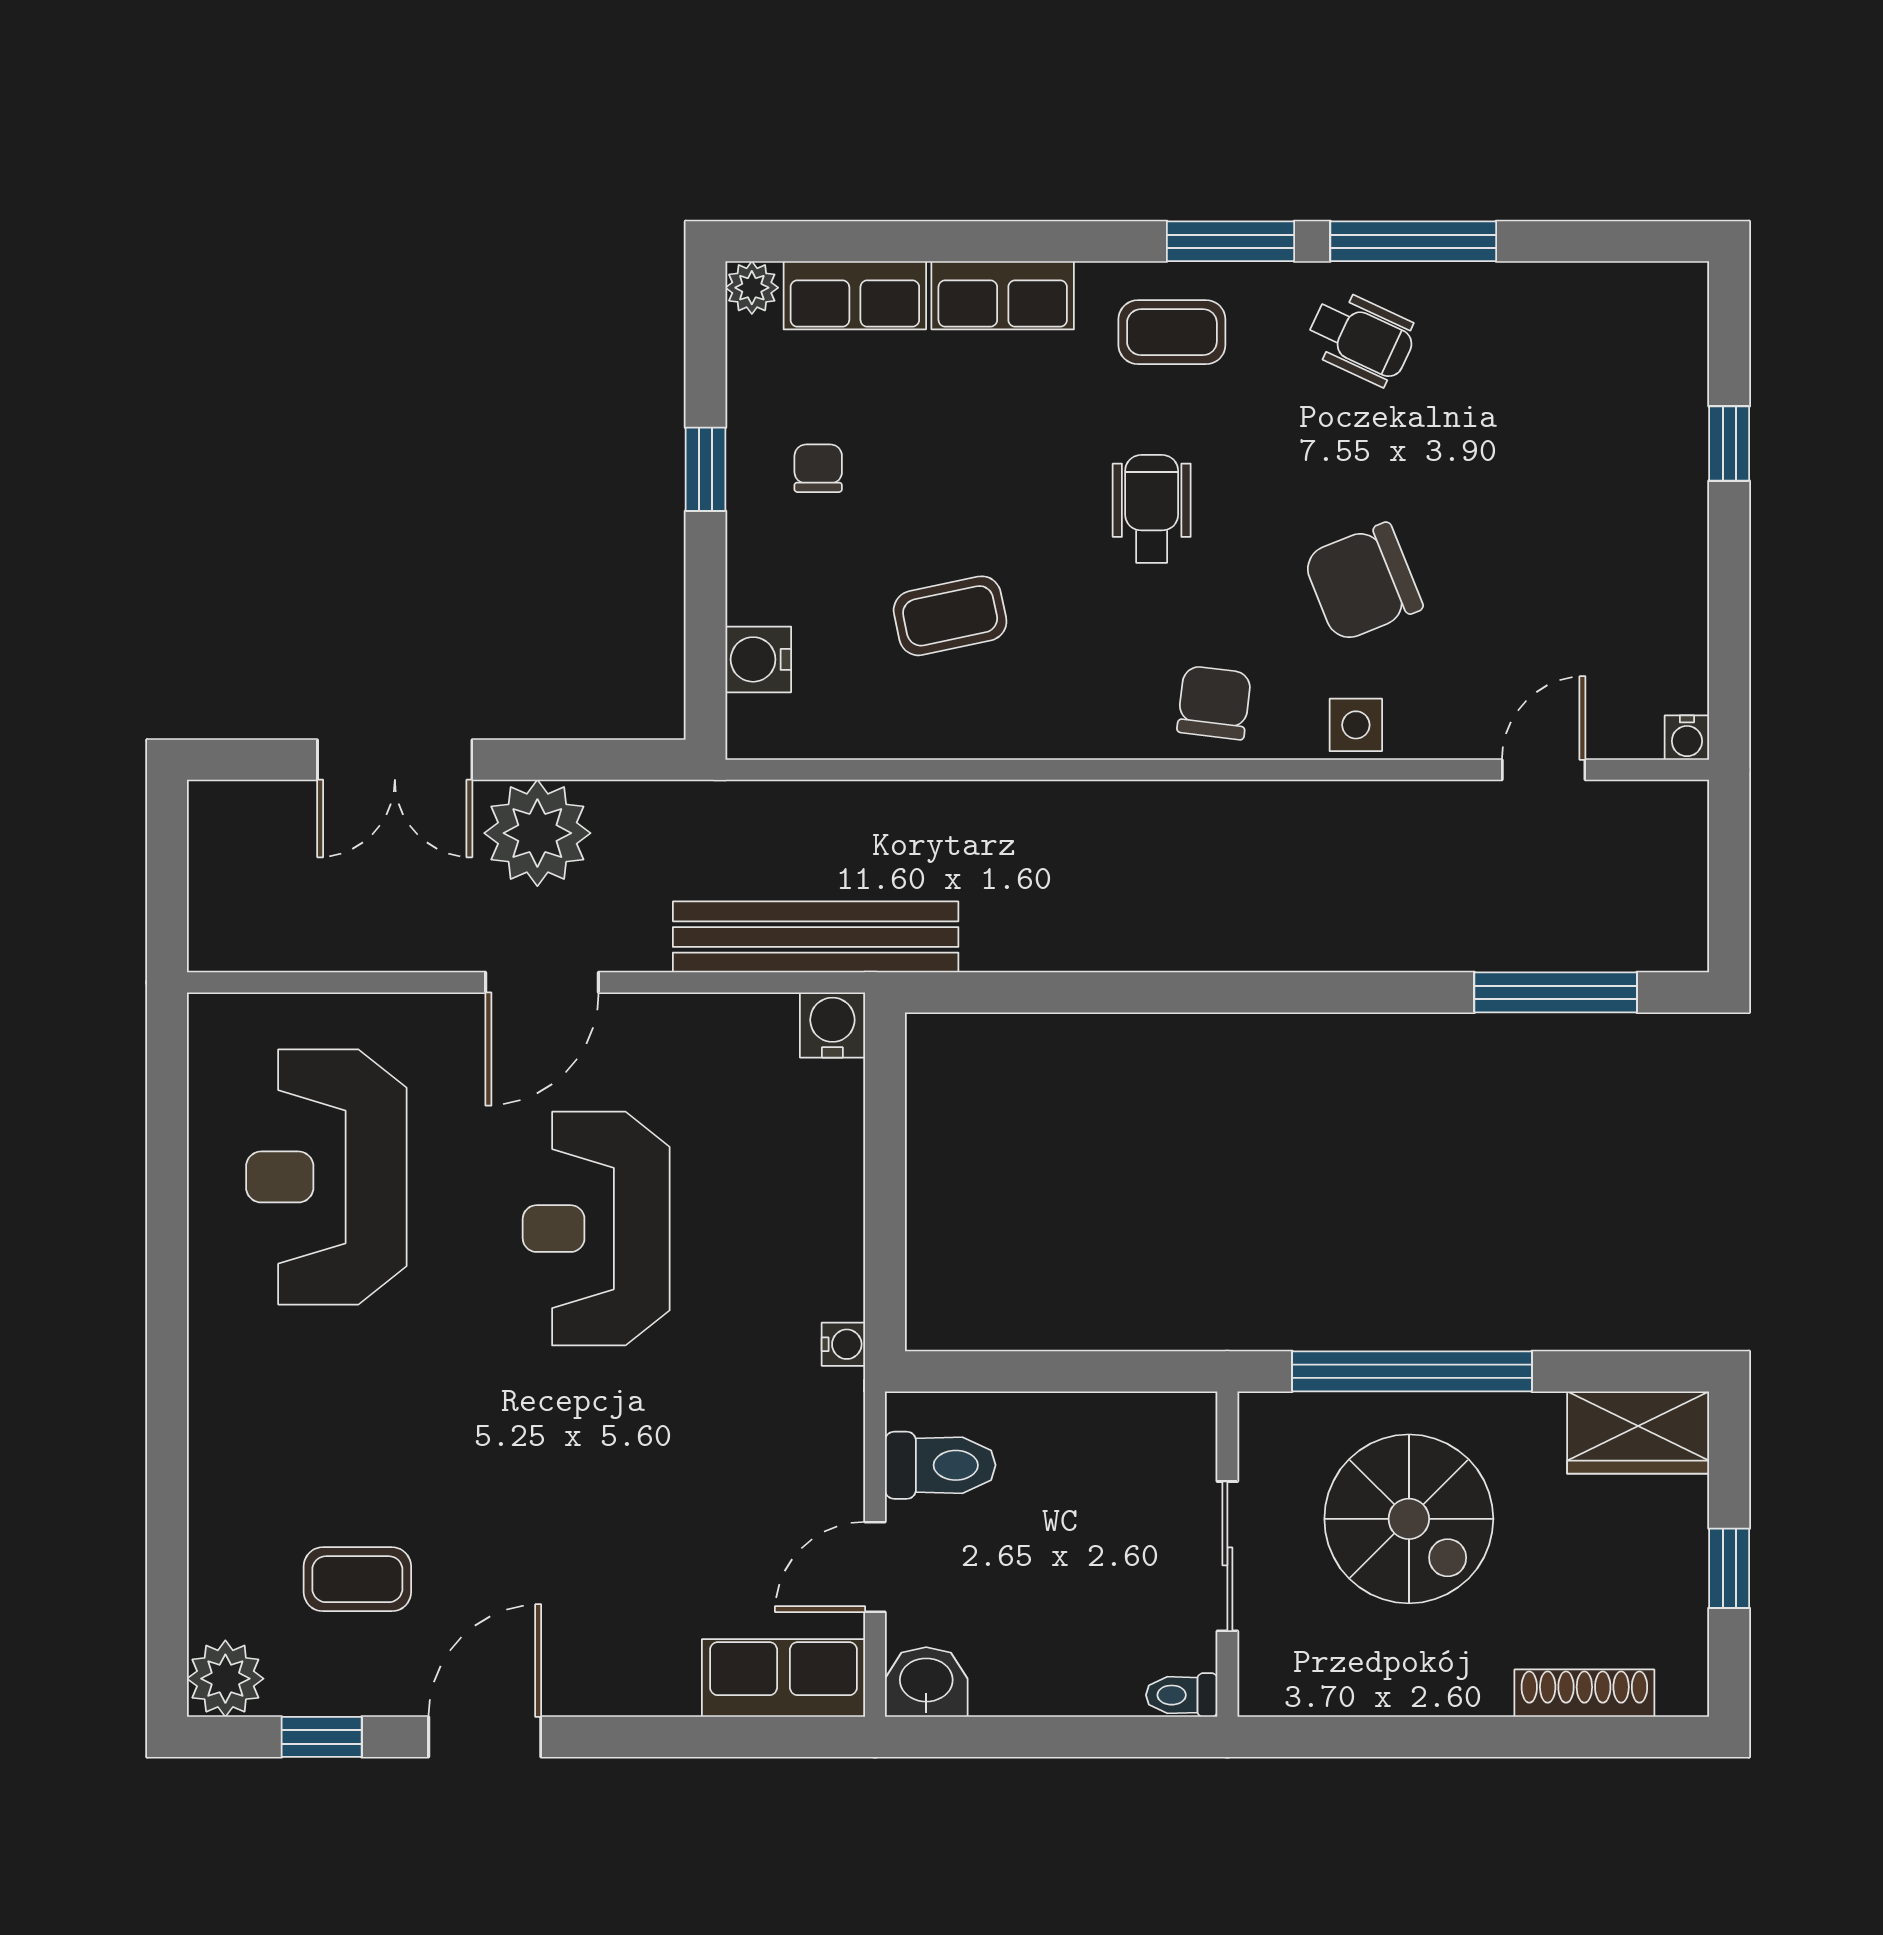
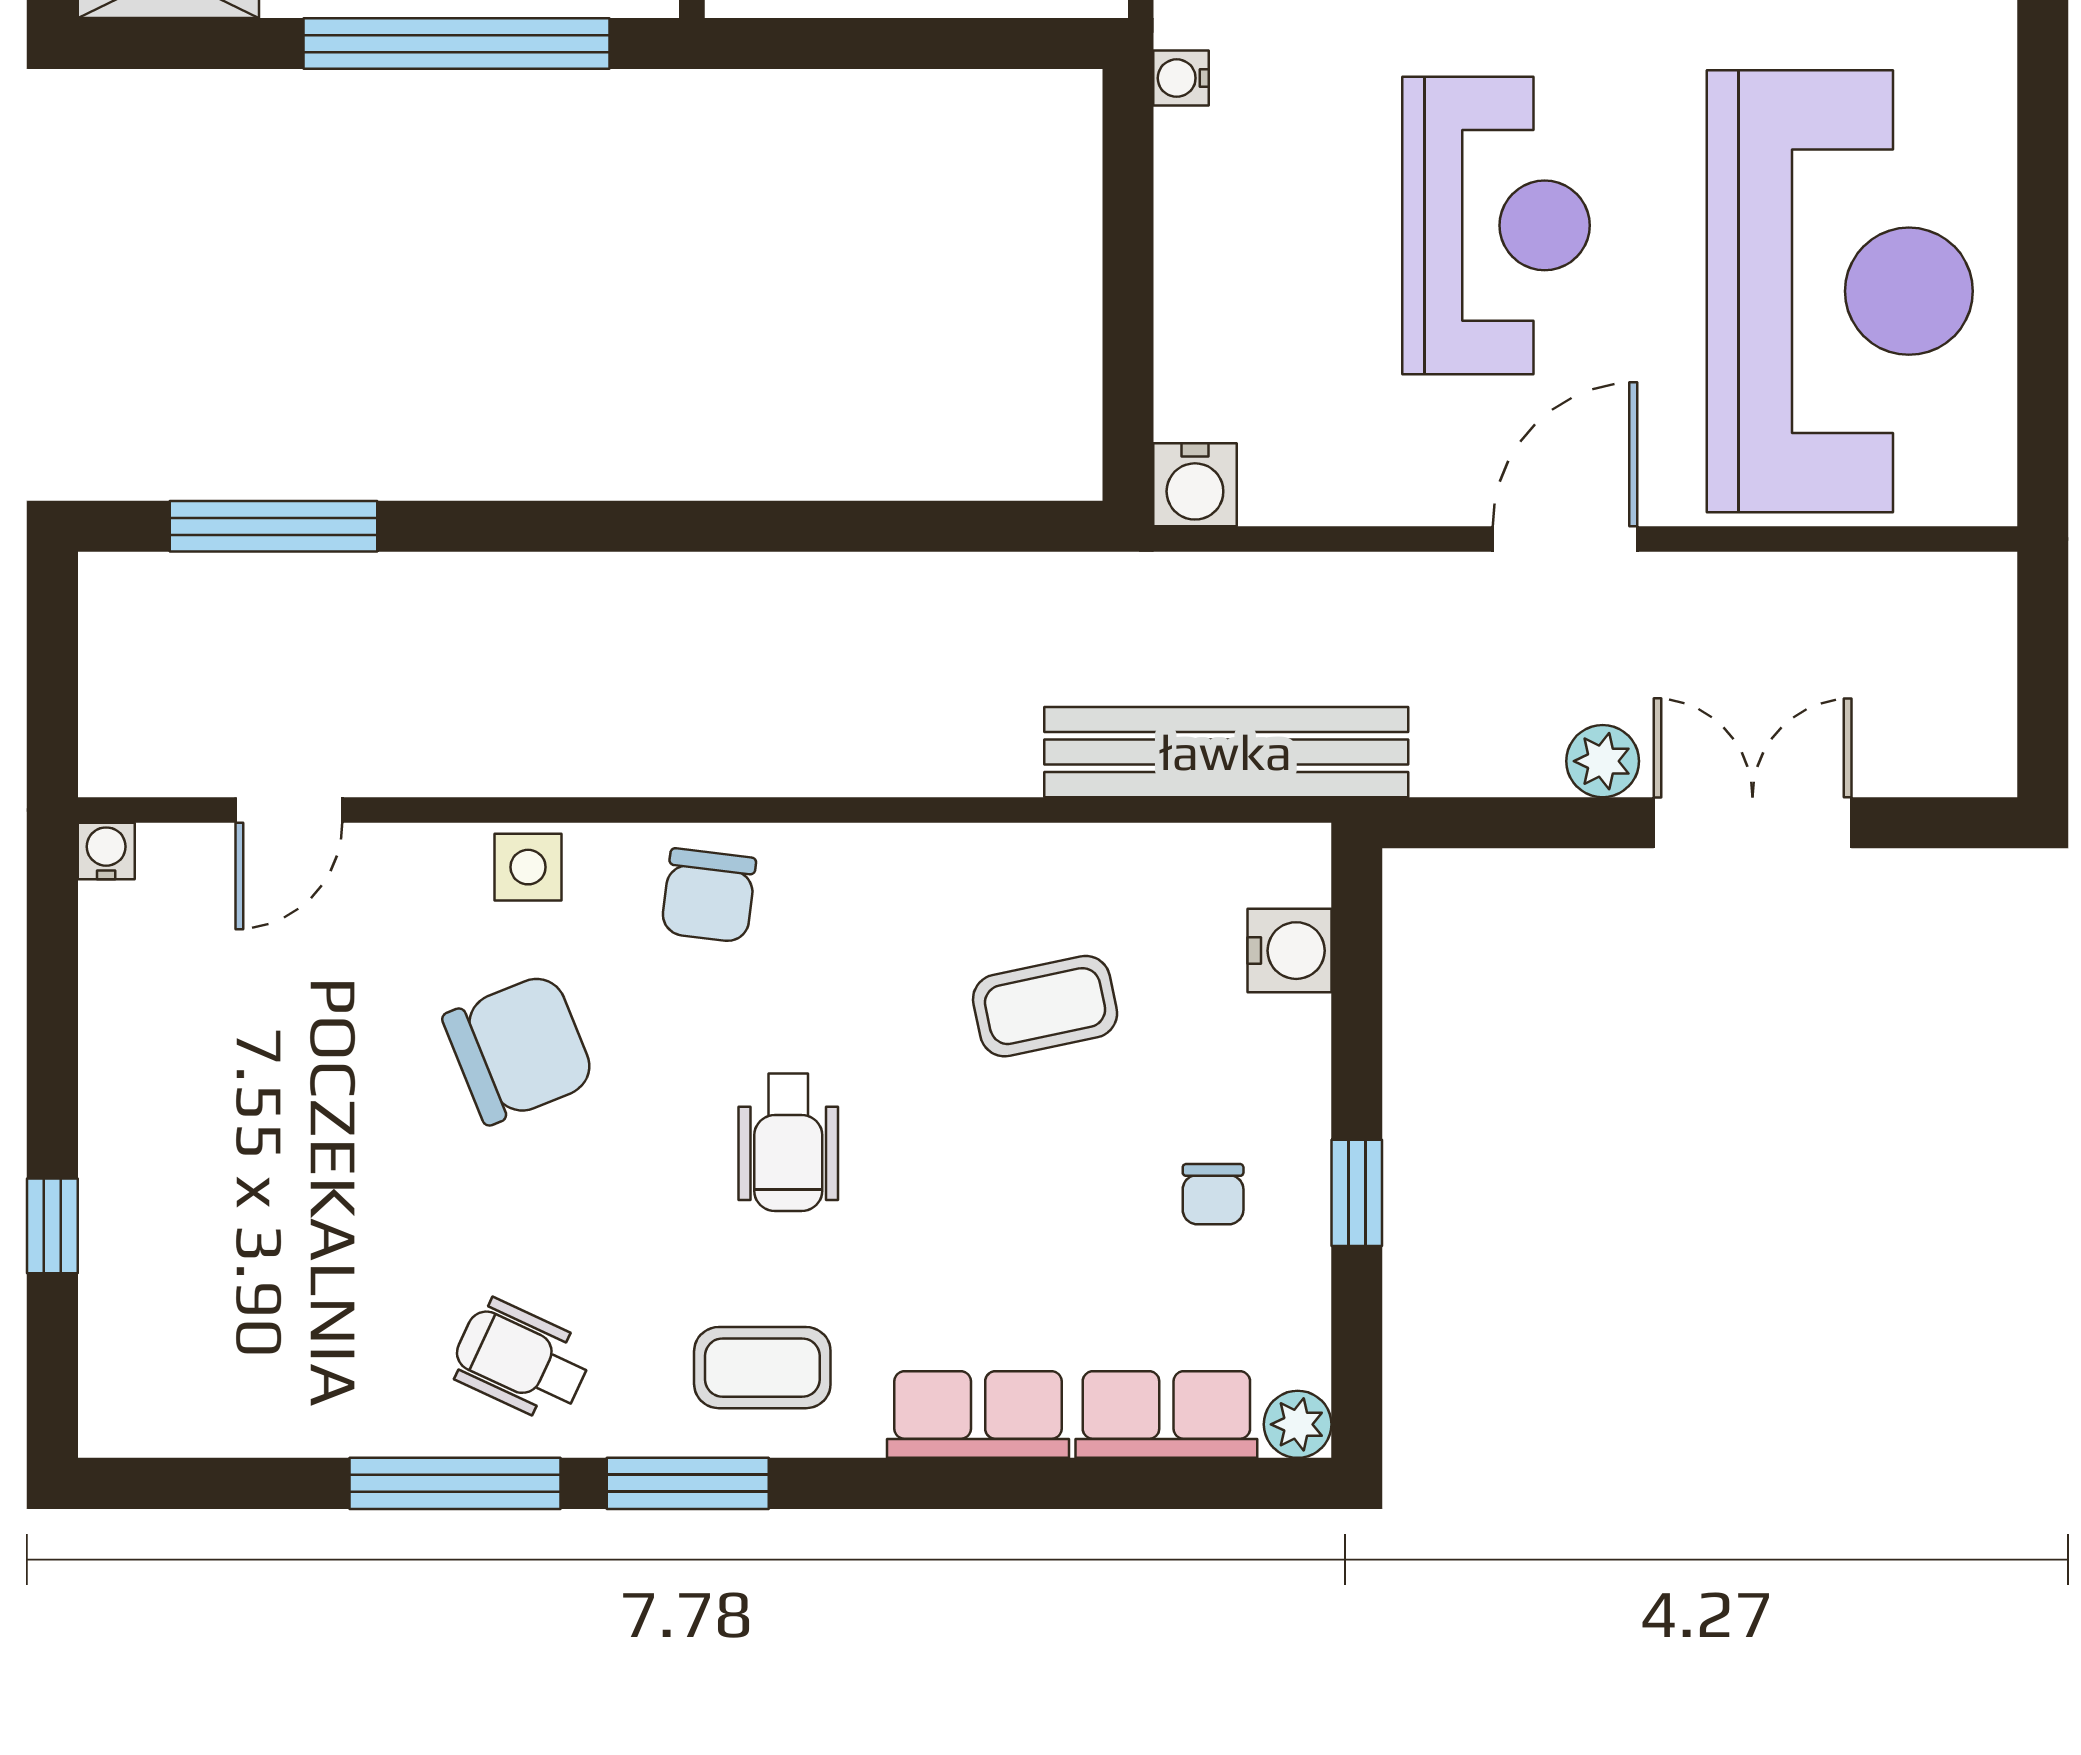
plant: (537, 833) -> (1603, 761), width x0.53, depth x0.53
bench: (816, 937) -> (1226, 752), moved
reception desk: (326, 1177) -> (1840, 291), width x1.36, depth x1.30

